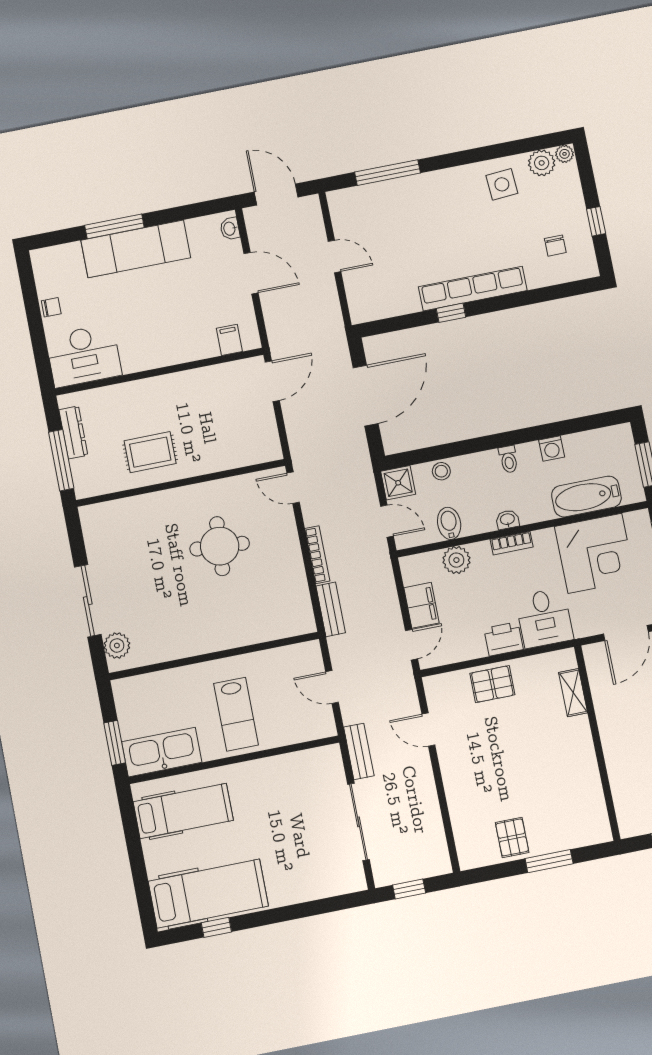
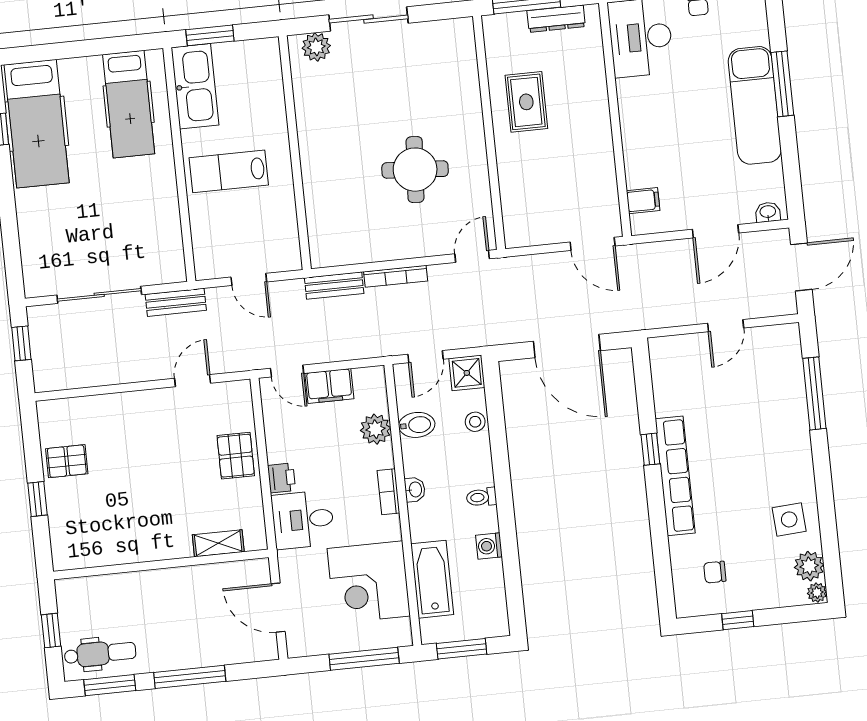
printer: (503, 639) -> (282, 478), width x0.73, depth x0.81
door: (332, 687) -> (249, 279), swing flipped
window: (549, 861) -> (37, 499), width x0.67

